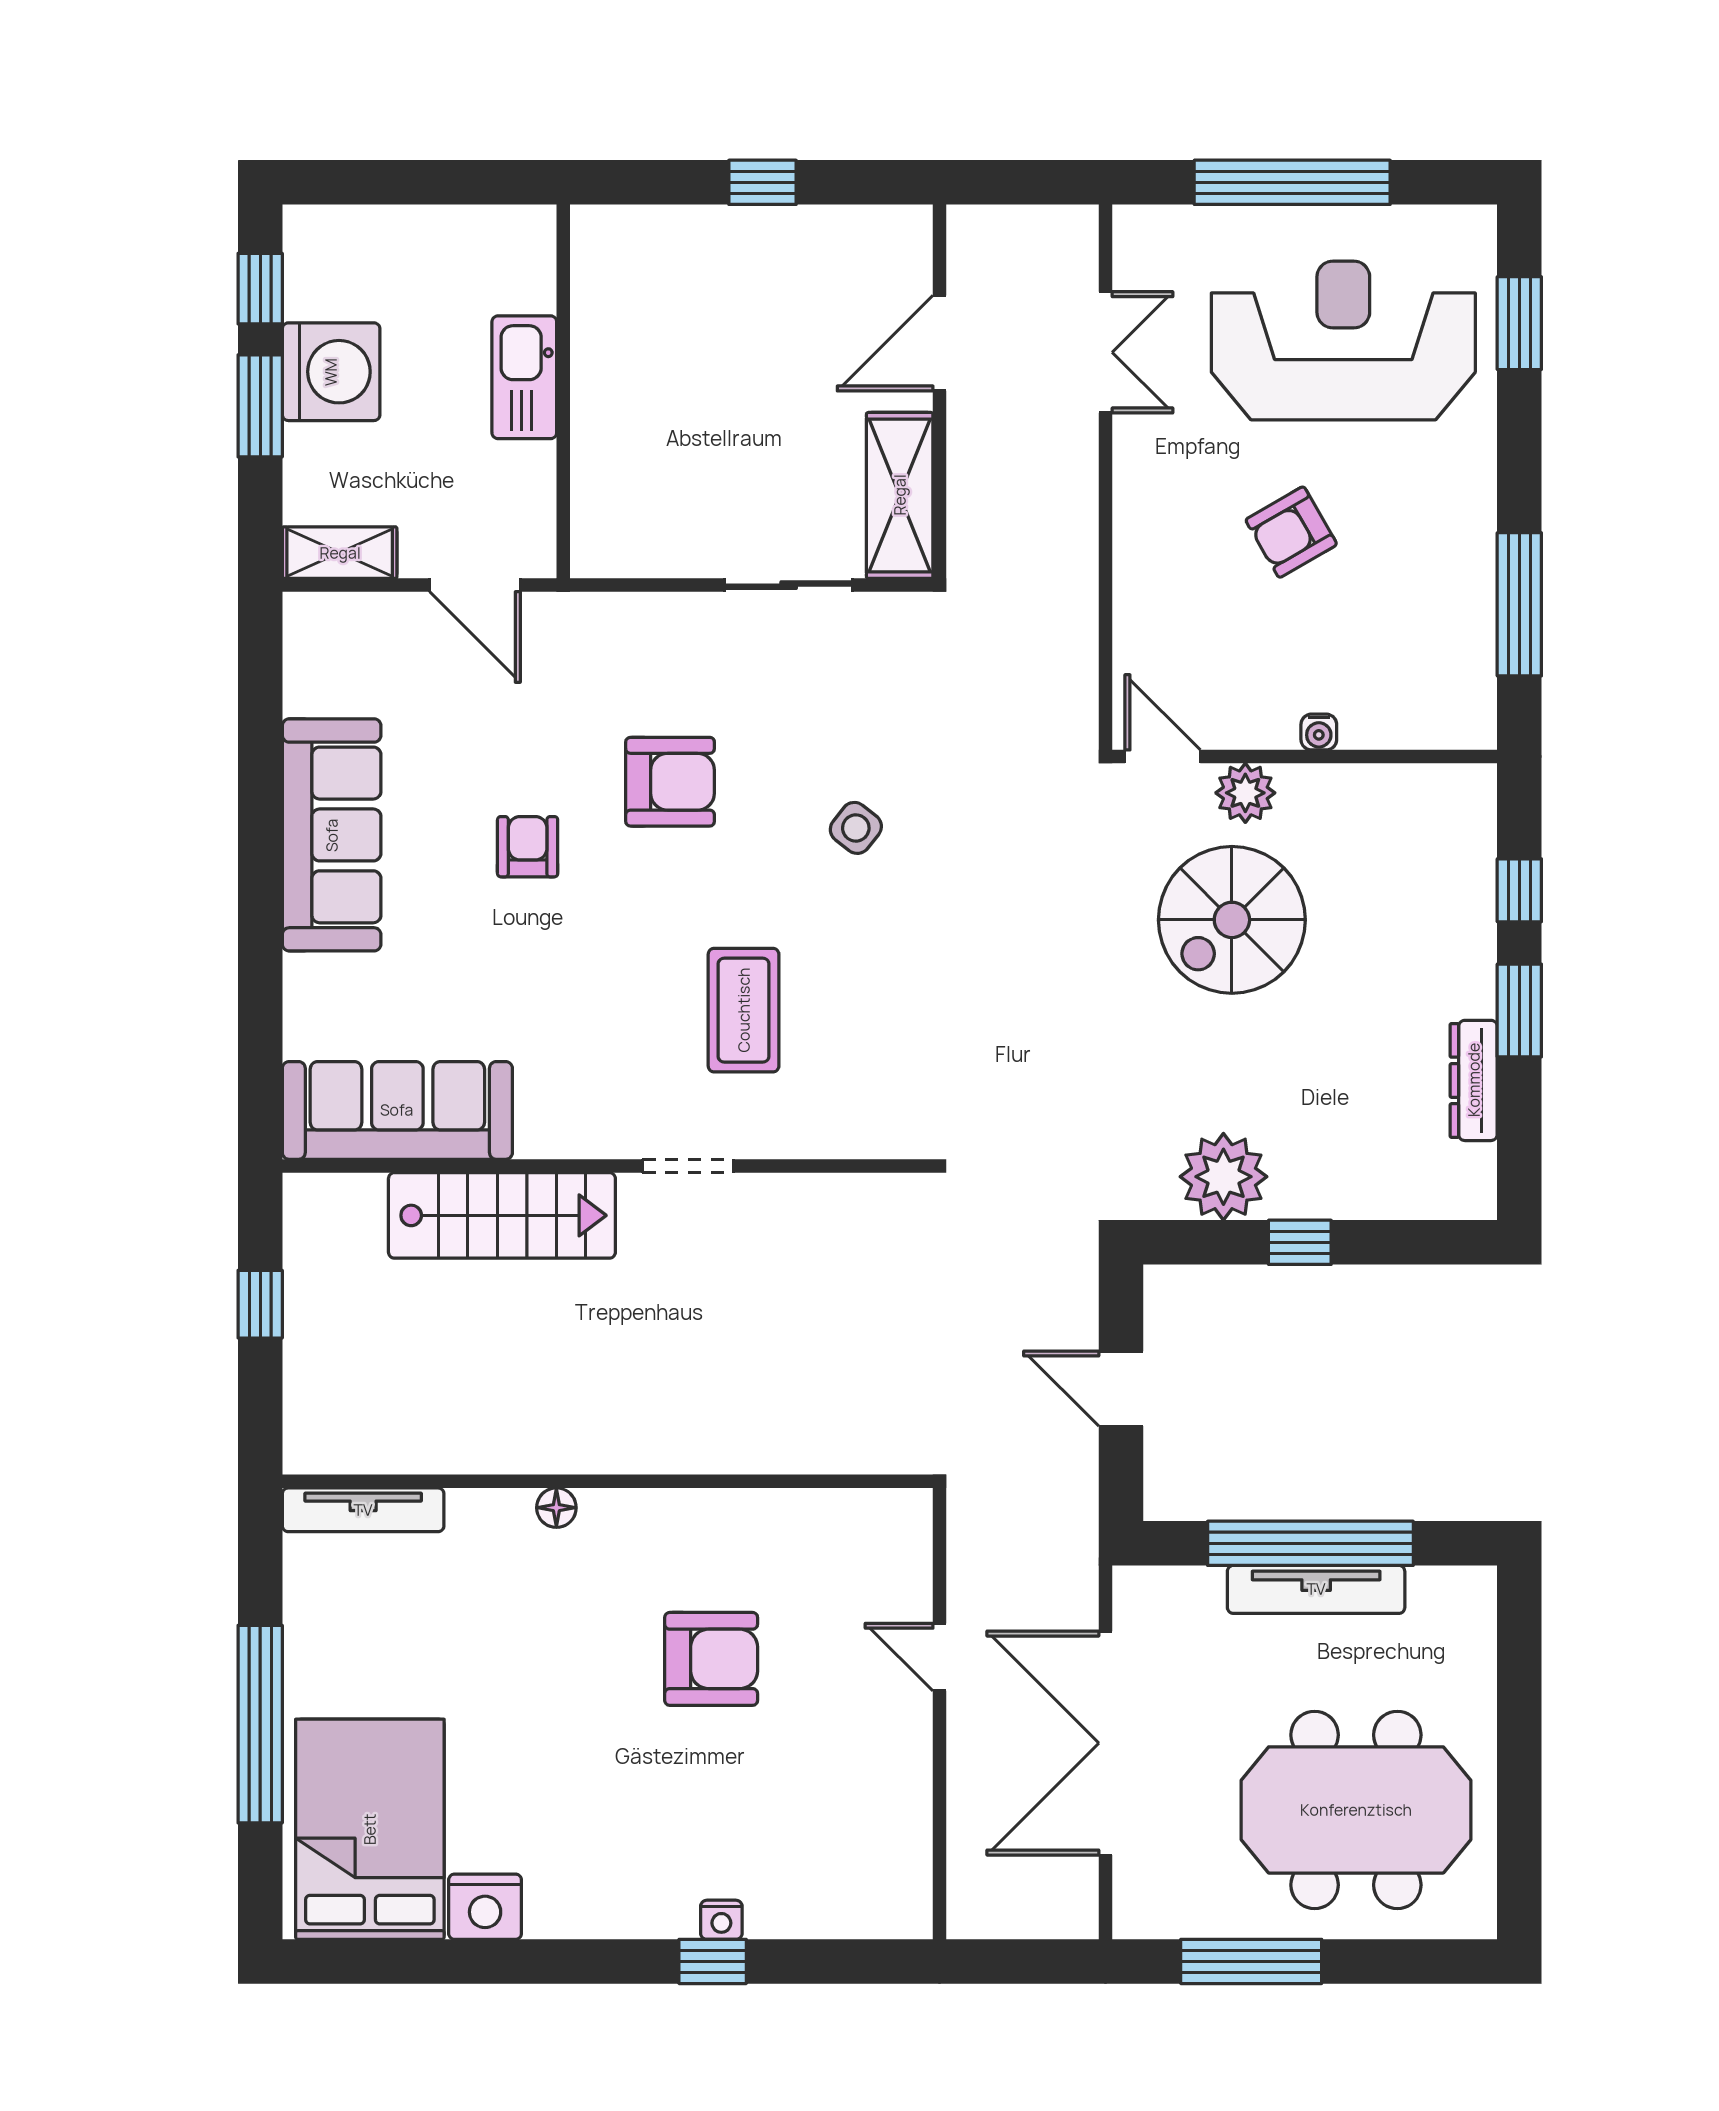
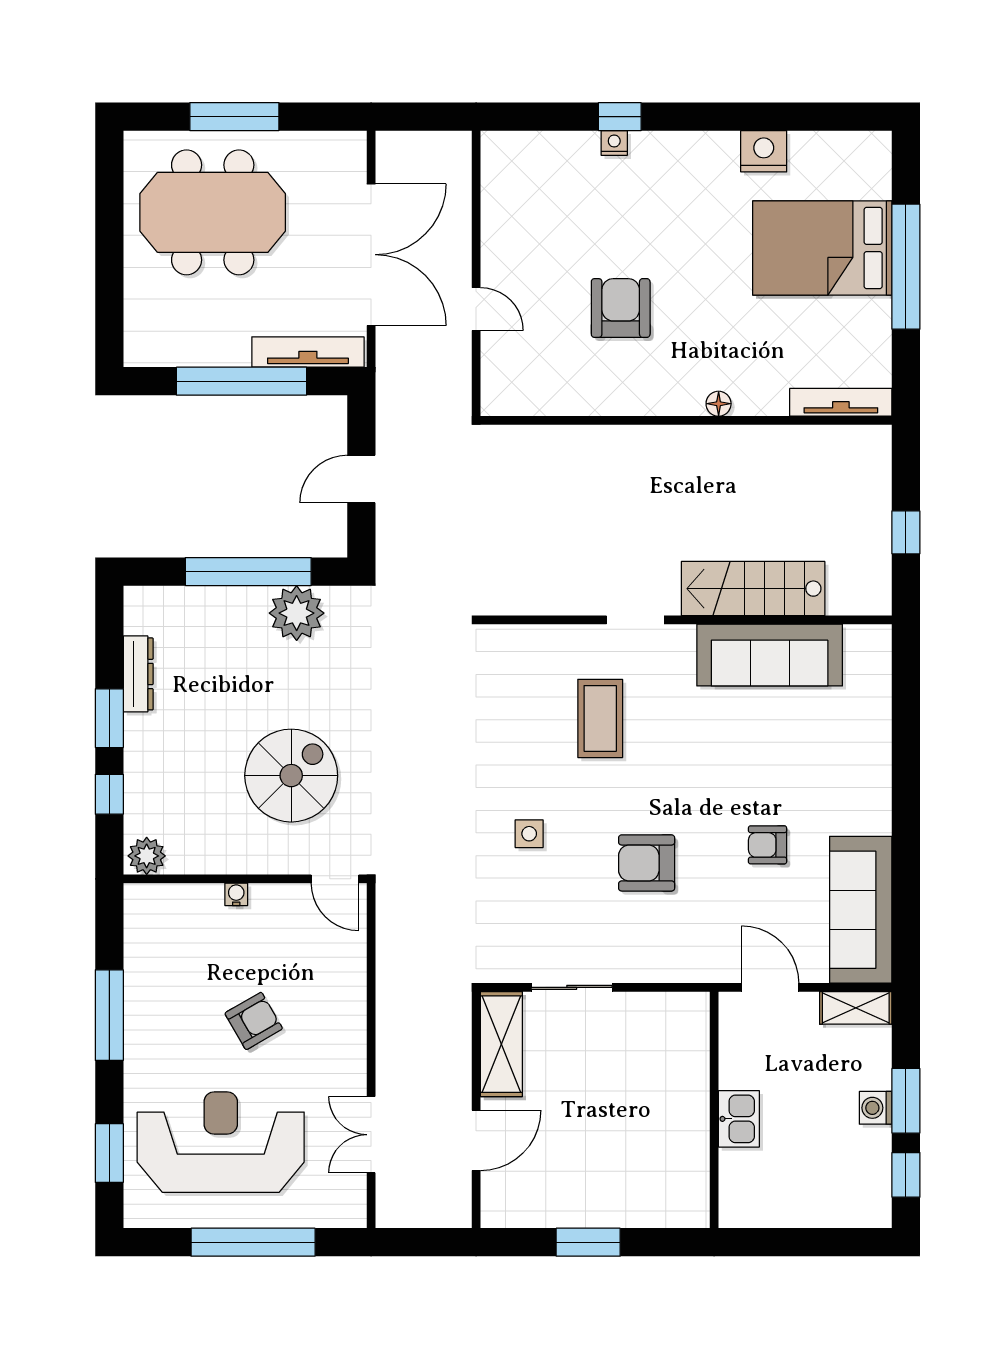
window: (762, 182) -> (588, 1242), width x1.50
reception desk: (1343, 341) -> (221, 1142), turned 180
washing machine: (331, 372) -> (876, 1108), width x0.53, depth x0.53
kitchen sink: (524, 377) -> (739, 1119), width x0.73
window: (1519, 604) -> (109, 1015), moved
plant: (1245, 793) -> (147, 856), moved
side table: (856, 828) -> (529, 834), turned -38
sofa: (332, 835) -> (861, 910), moved
armchair: (528, 847) -> (768, 845), moved, turned 90
sofa: (397, 1110) -> (770, 655), moved
window: (1300, 1242) -> (248, 572), width x3.17
door: (1121, 1389) -> (361, 479), swing flipped
tv unit: (1316, 1589) -> (308, 352), moved
armchair: (711, 1659) -> (621, 308), turned 90
bed: (370, 1829) -> (822, 248), moved, turned 90
window: (1251, 1961) -> (234, 117), moved

